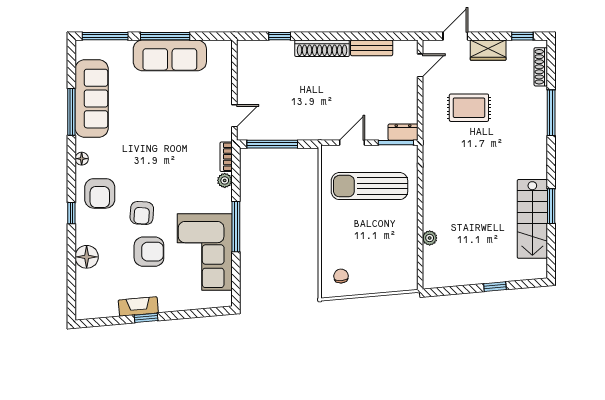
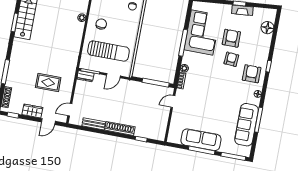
chair: (392, 233) -> (101, 24), added
armchair: (149, 252) -> (231, 38), turned 90
floor lamp: (87, 257) -> (267, 28), moved

